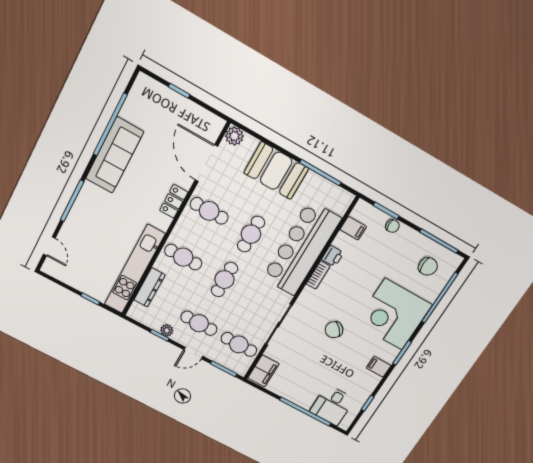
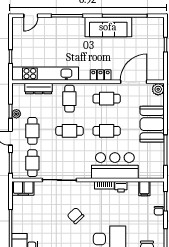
cafe table: (209, 211) -> (107, 99), turned 90
bar counter: (301, 249) -> (115, 166), width x0.73

